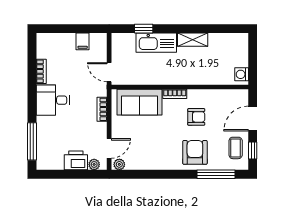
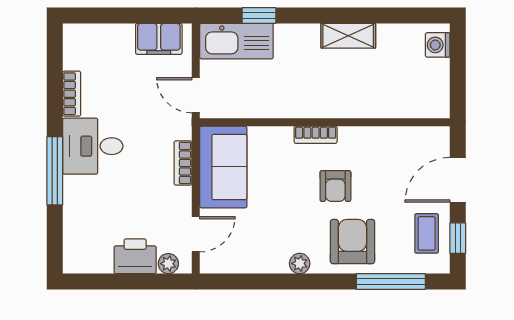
filing cabinet: (83, 41) -> (159, 39), width x2.00
kitchen sink: (156, 43) -> (236, 41), moved
washing machine: (242, 74) -> (438, 45), moved
sofa: (139, 102) -> (223, 167), moved, turned -90
armchair: (196, 117) -> (335, 186), moved, turned 90
window: (32, 141) -> (55, 171), moved
plant: (119, 164) -> (300, 263), moved

